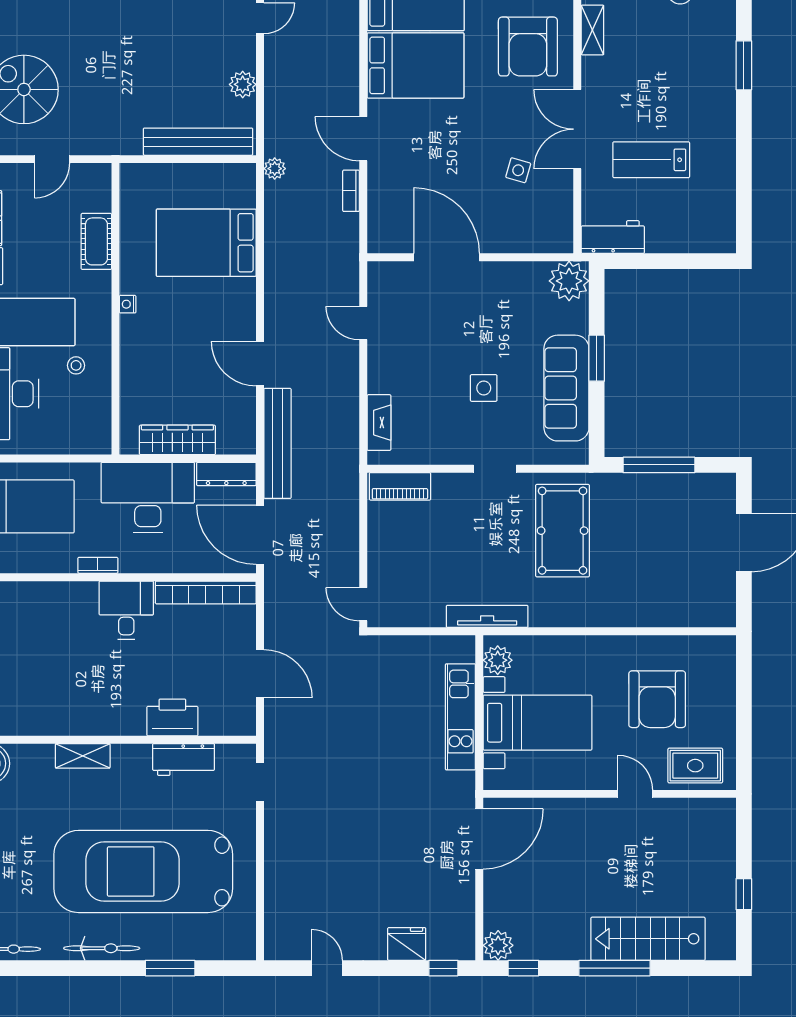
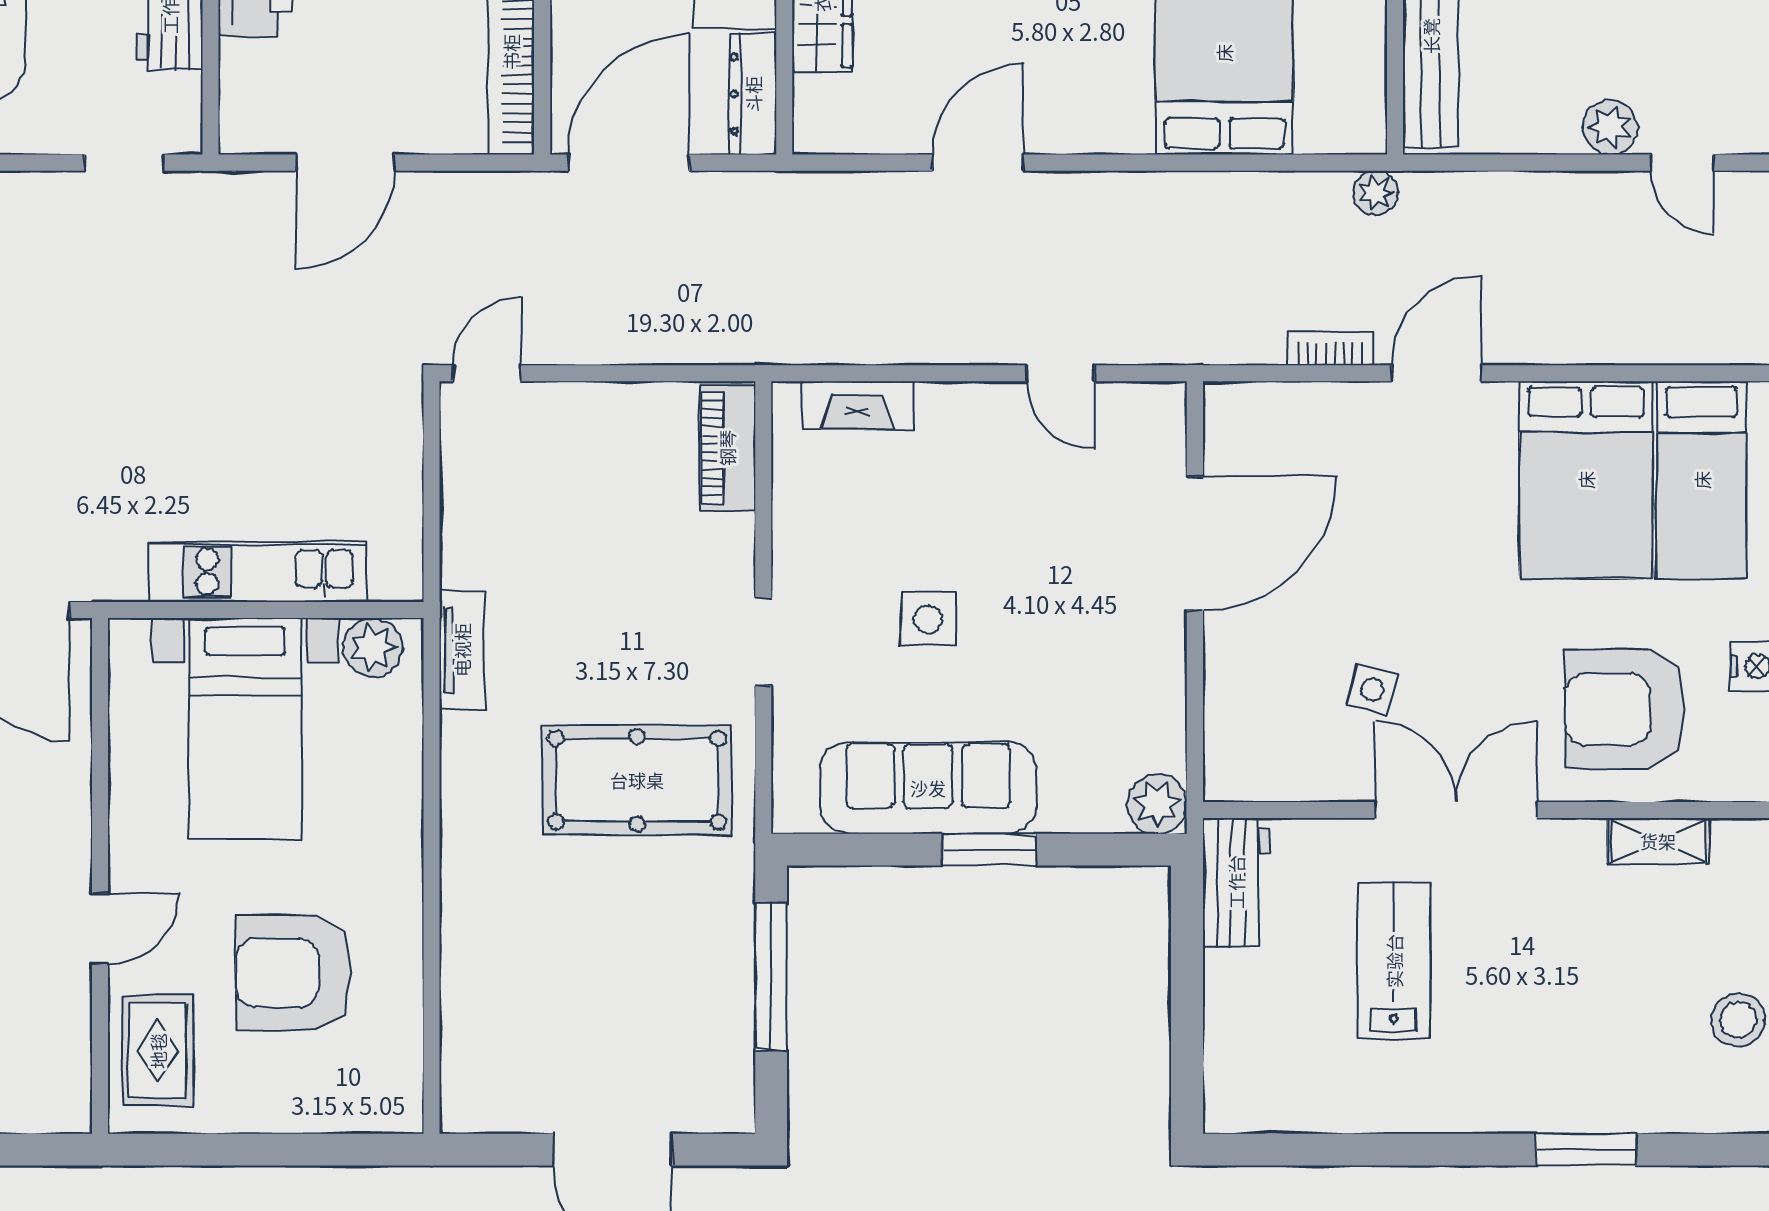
plant: (243, 84) -> (1610, 127), moved
plant: (569, 281) -> (1157, 804), width x0.73, depth x0.73
door: (363, 323) -> (1060, 373), swing flipped
bench: (278, 443) -> (815, 198), removed
tv unit: (487, 616) -> (462, 650), width x0.71

